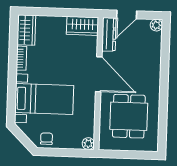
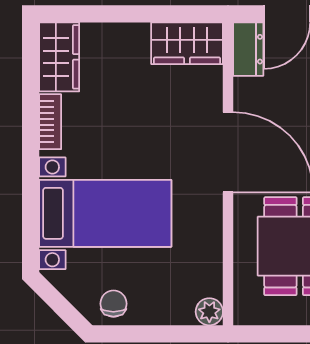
dresser: (109, 34) -> (248, 49), width x0.70

